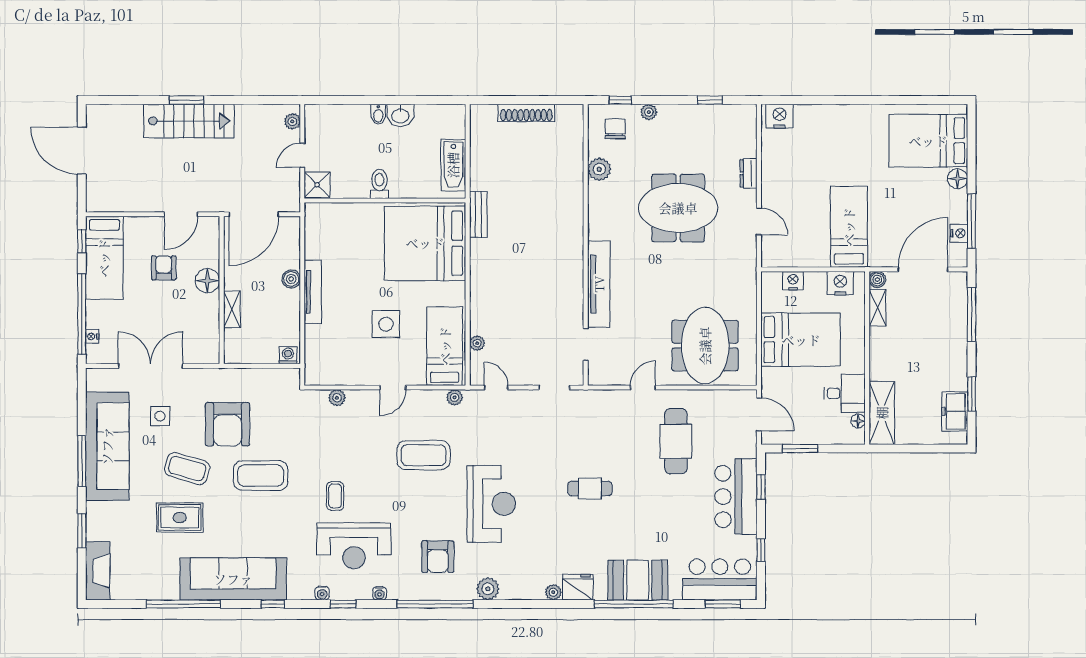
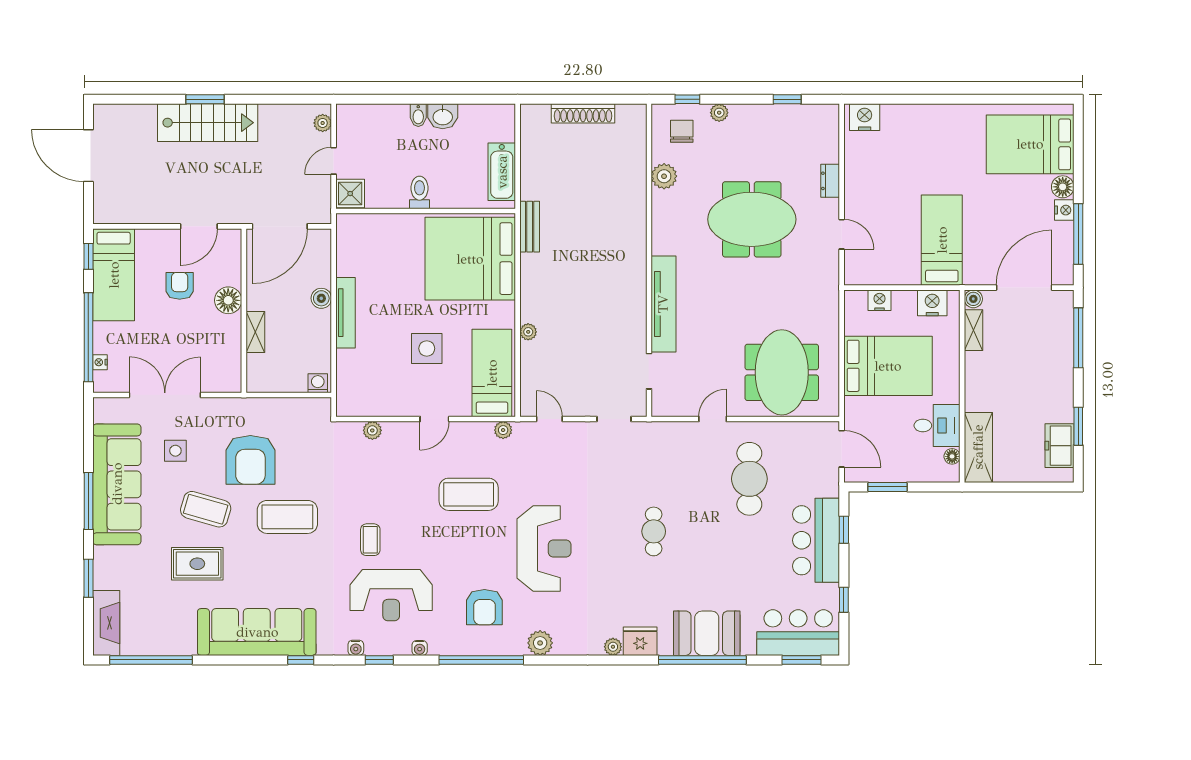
nightstand: (959, 233) -> (1064, 210), moved
plant: (477, 343) -> (528, 332), moved
cafe table: (590, 489) -> (654, 531), turned 90
window: (183, 604) -> (151, 660), moved

